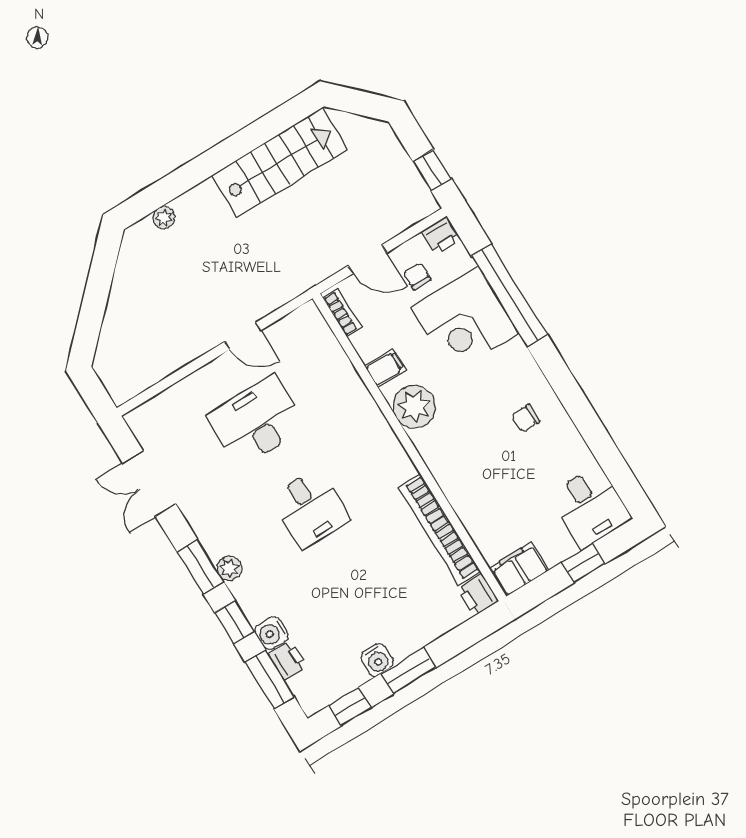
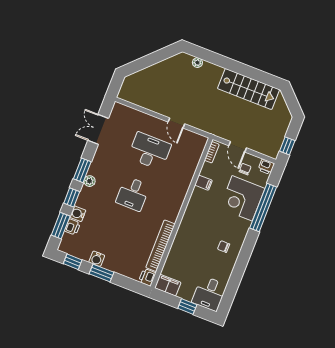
plant: (414, 407) -> (198, 204), removed

